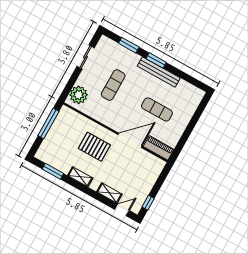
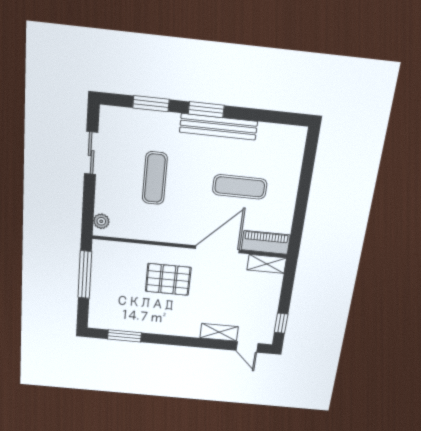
plant: (79, 95) -> (101, 221), width x0.53, depth x0.53
shelving: (80, 177) -> (267, 264), moved
door: (122, 210) -> (247, 347), swing flipped

